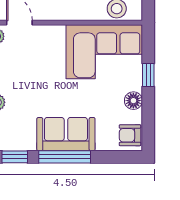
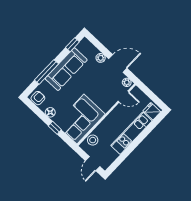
sofa: (66, 134) -> (66, 69), width x1.36
window: (65, 157) -> (47, 72), moved

